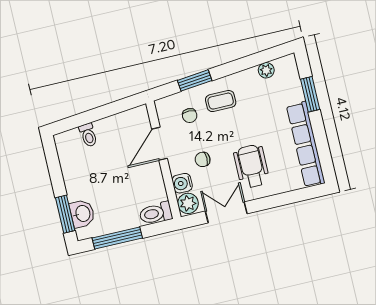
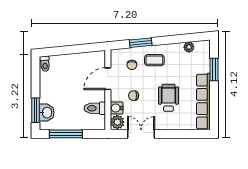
toilet: (88, 135) -> (45, 64), moved
wheelchair: (252, 166) -> (168, 98), moved
toilet: (156, 213) -> (95, 108), moved

